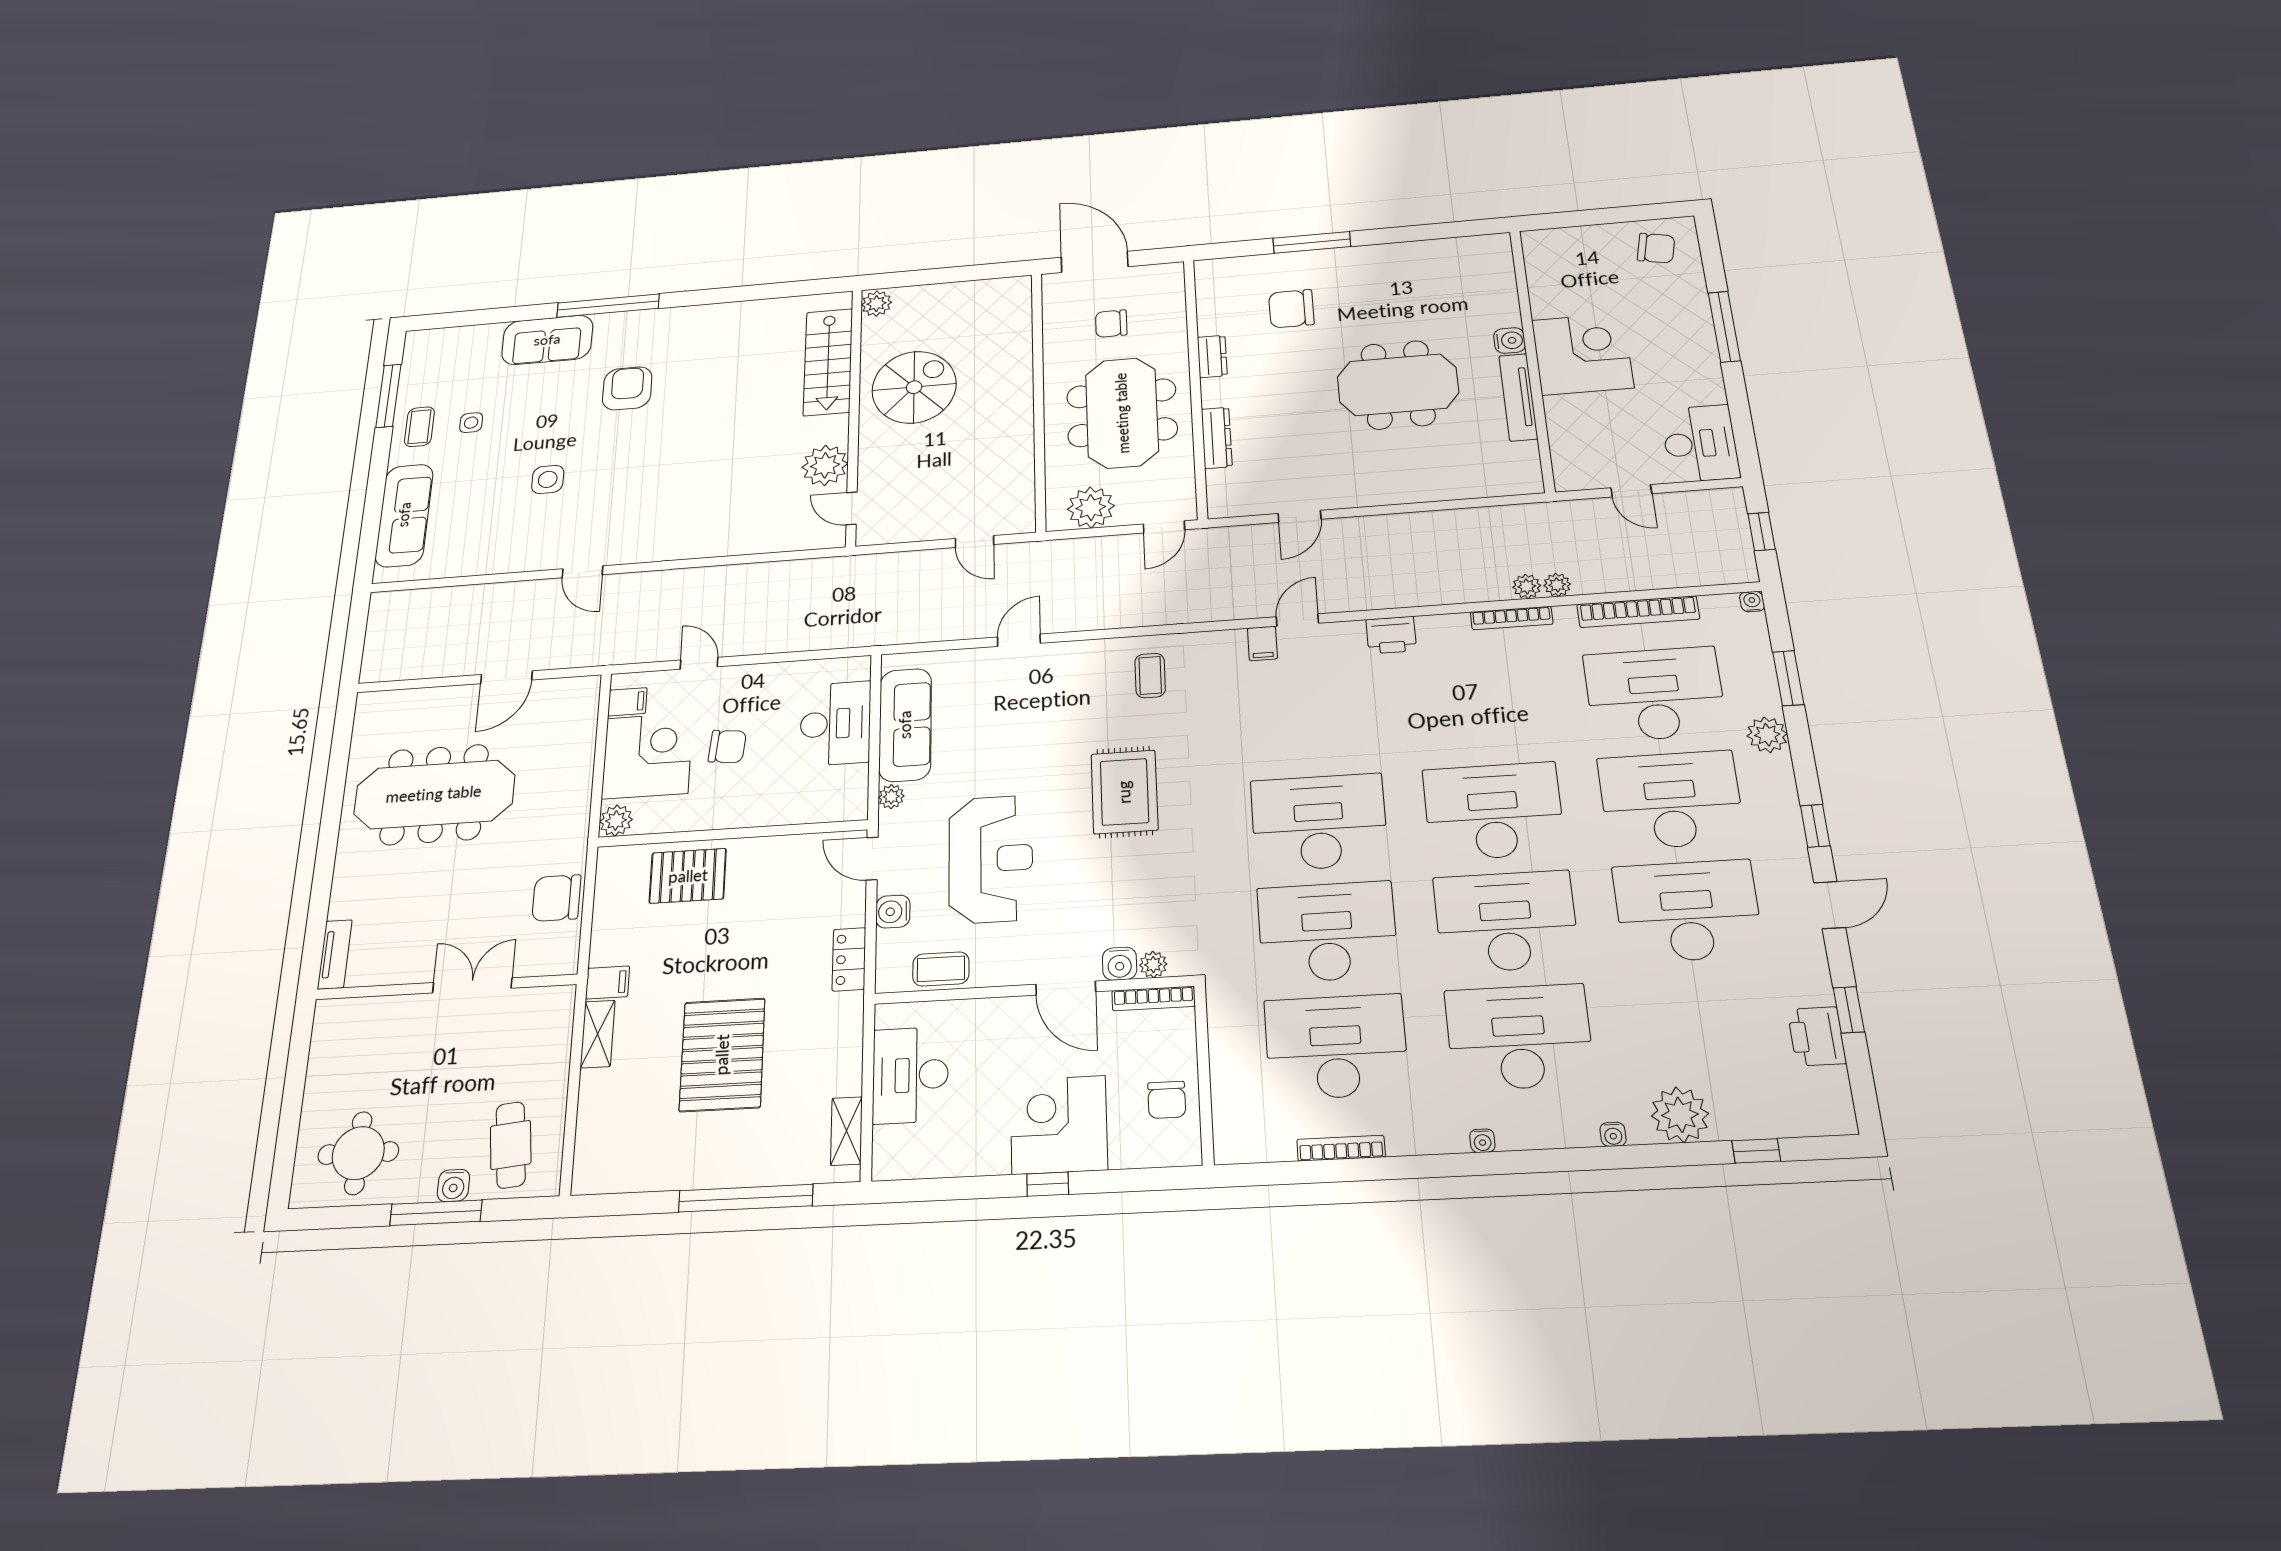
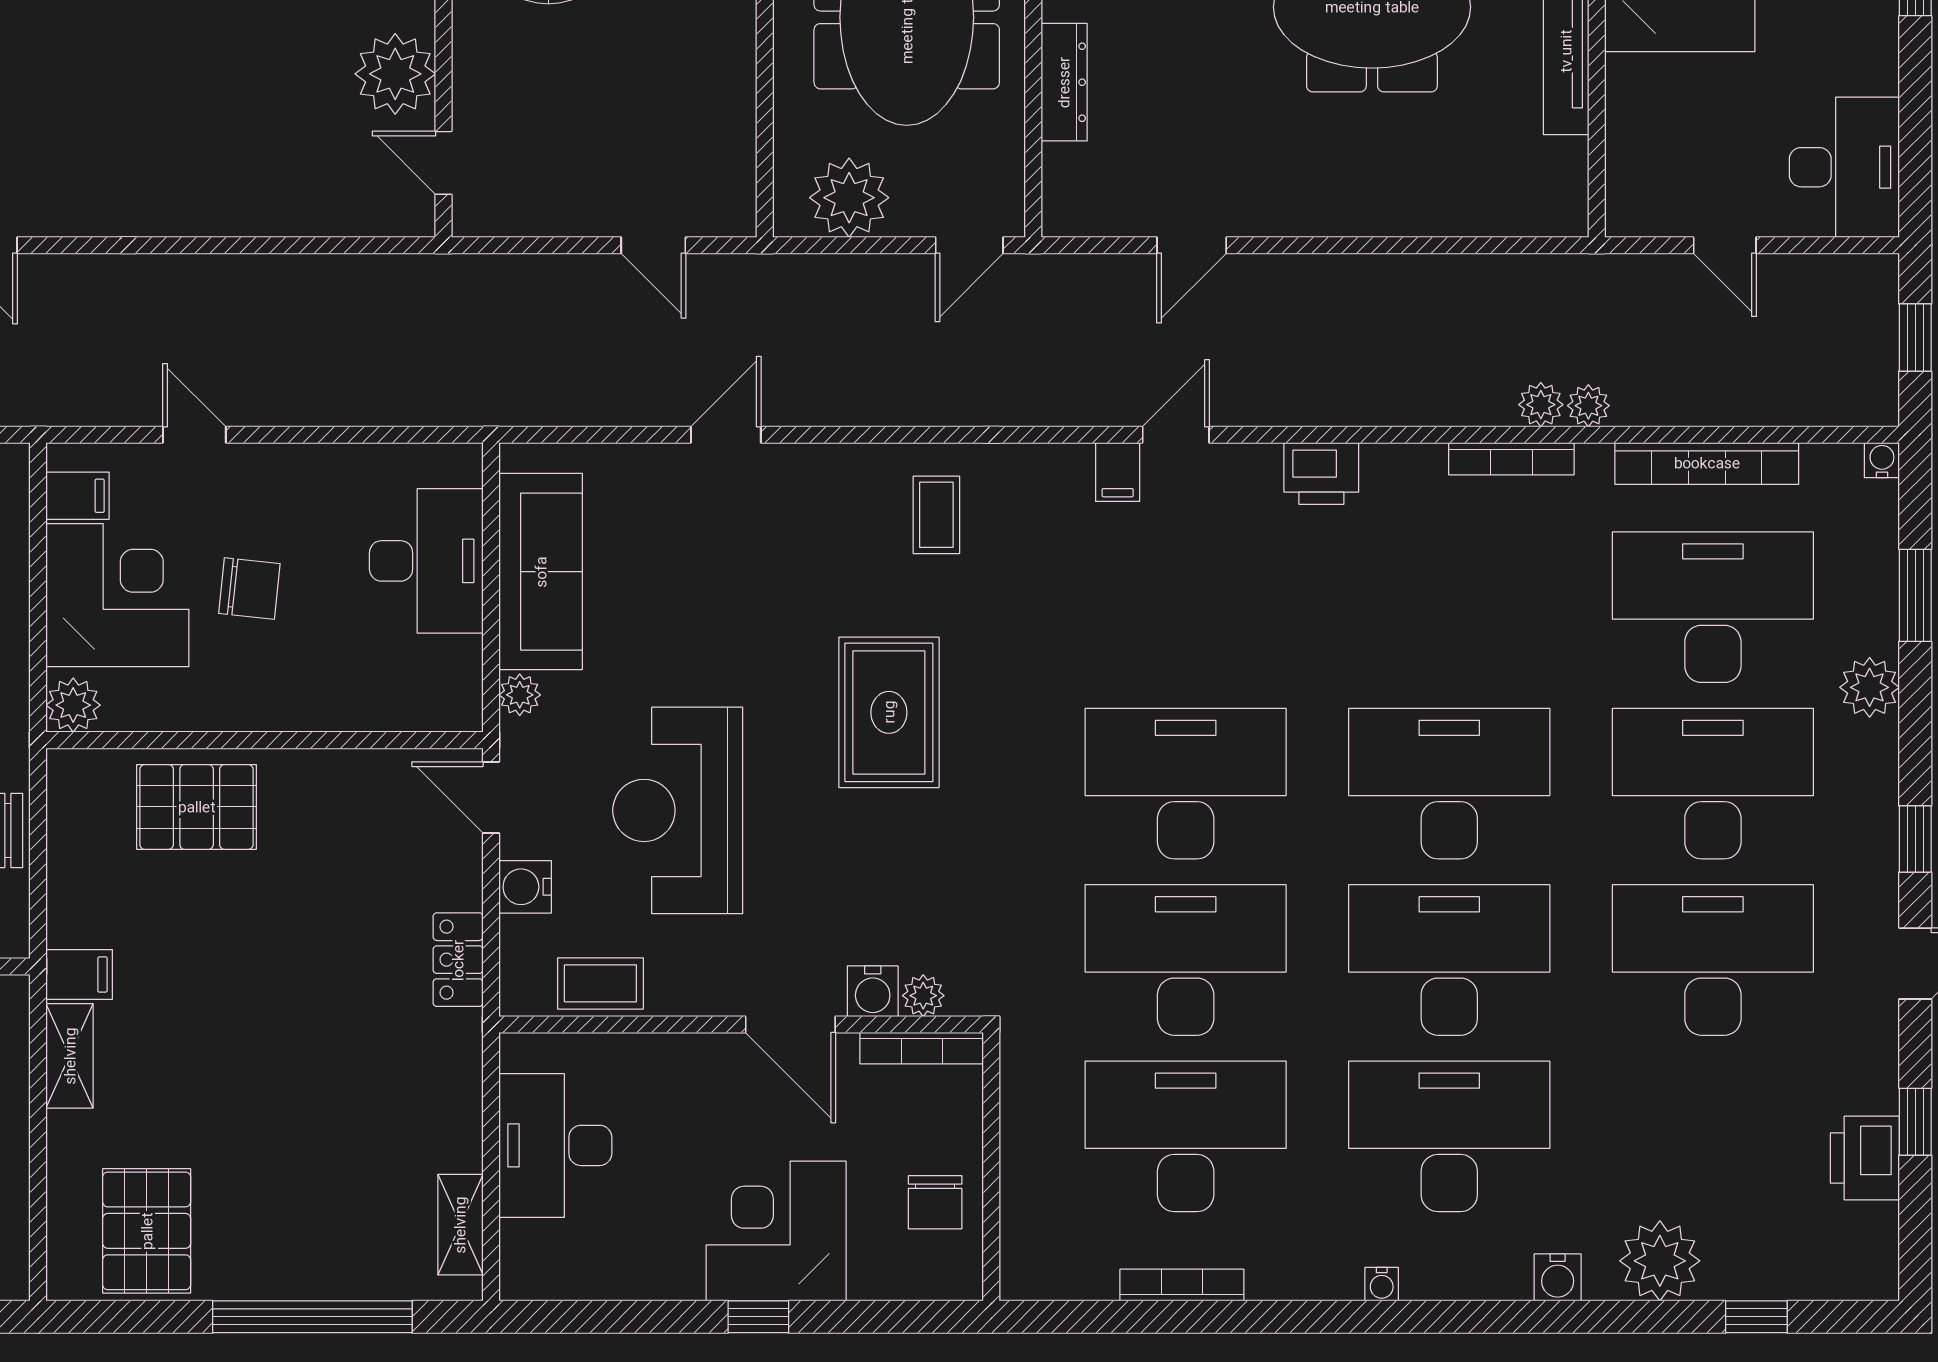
reception desk: (991, 859) -> (678, 810), turned 180
pallet: (722, 1055) -> (147, 1231), moved, width x0.73, depth x0.71
water cooler: (1613, 1134) -> (1558, 1277), width x1.38, depth x1.38

